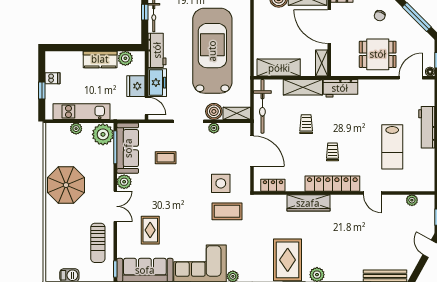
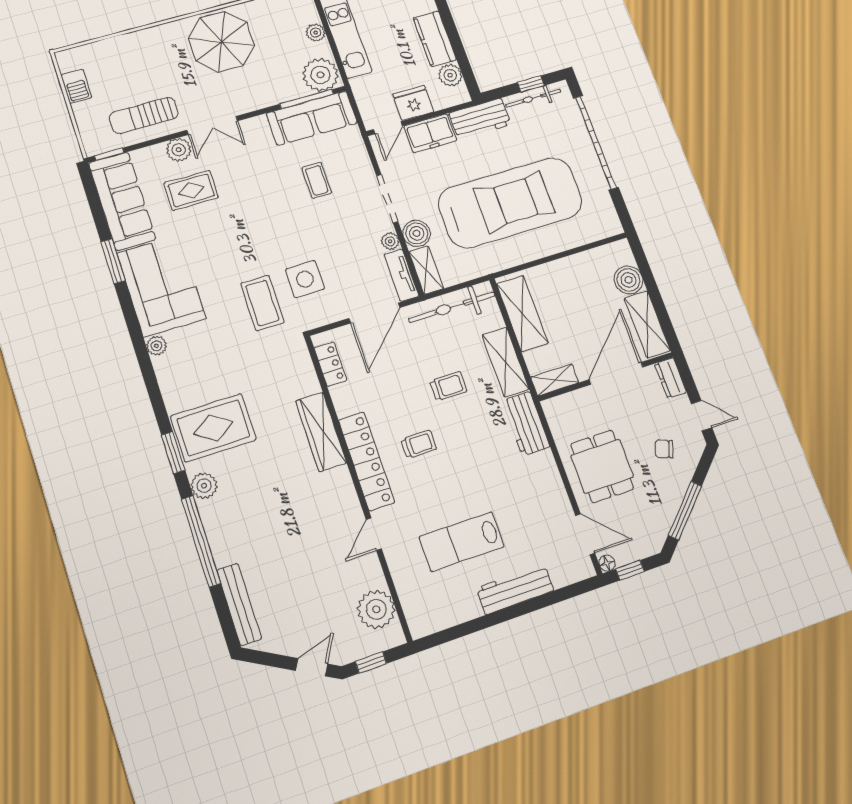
tv unit: (235, 129) -> (401, 275), added
plant: (124, 182) -> (179, 150), moved
plant: (412, 200) -> (376, 609), width x1.87, depth x1.87

